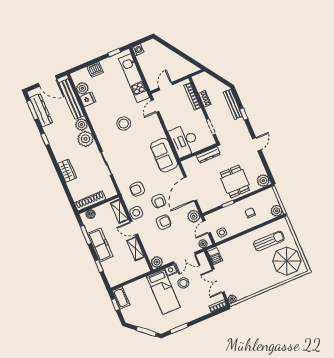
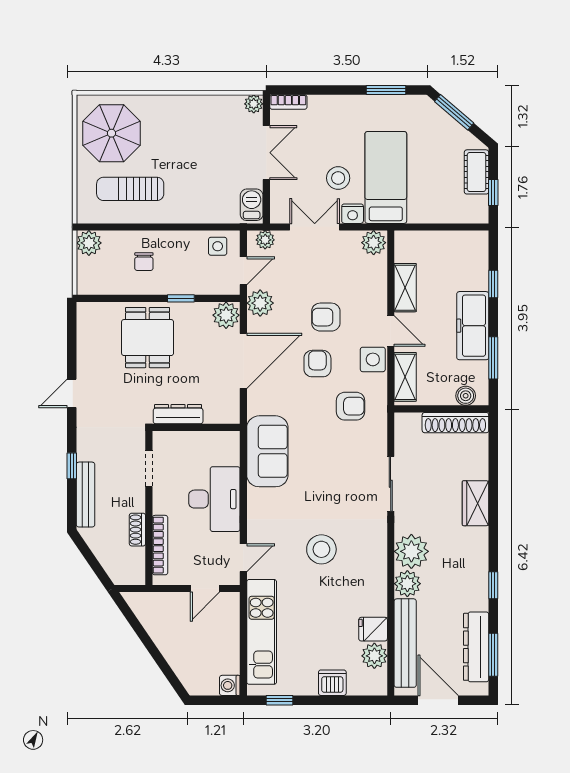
desk: (184, 141) -> (214, 499), moved
plant: (263, 181) -> (226, 315), moved
cot: (121, 298) -> (476, 172), moved

